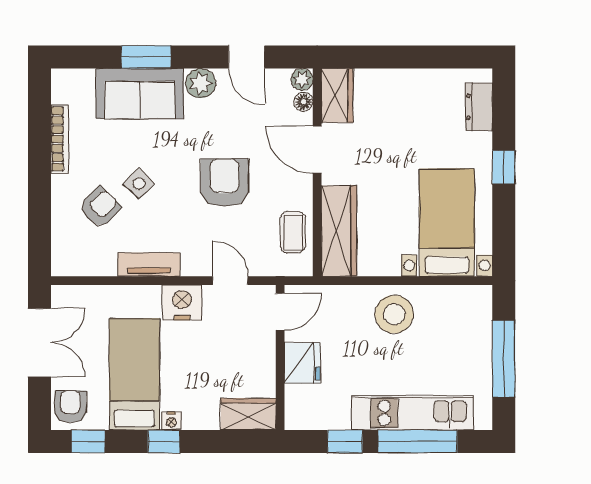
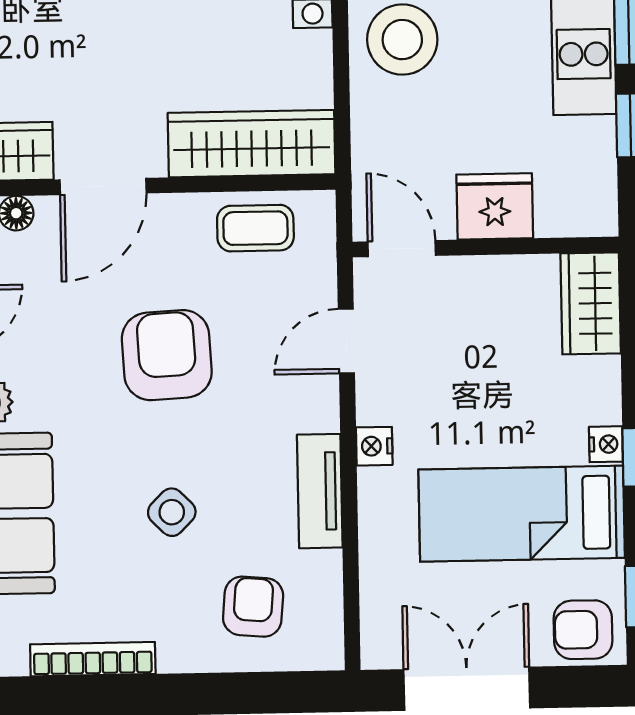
armchair: (225, 183) -> (167, 355), turned 87
armchair: (100, 207) -> (253, 607), moved, turned 50
nightstand: (182, 302) -> (374, 446), width x0.53, depth x0.56

